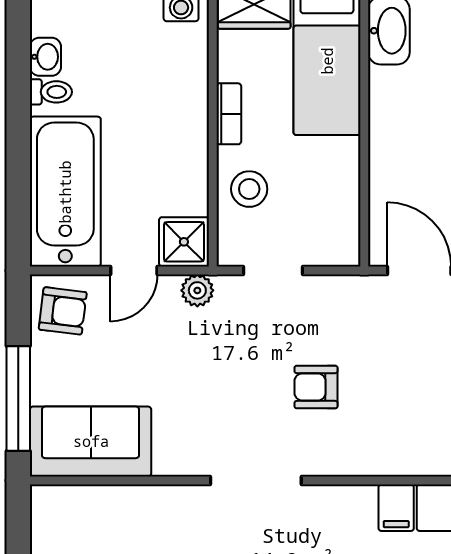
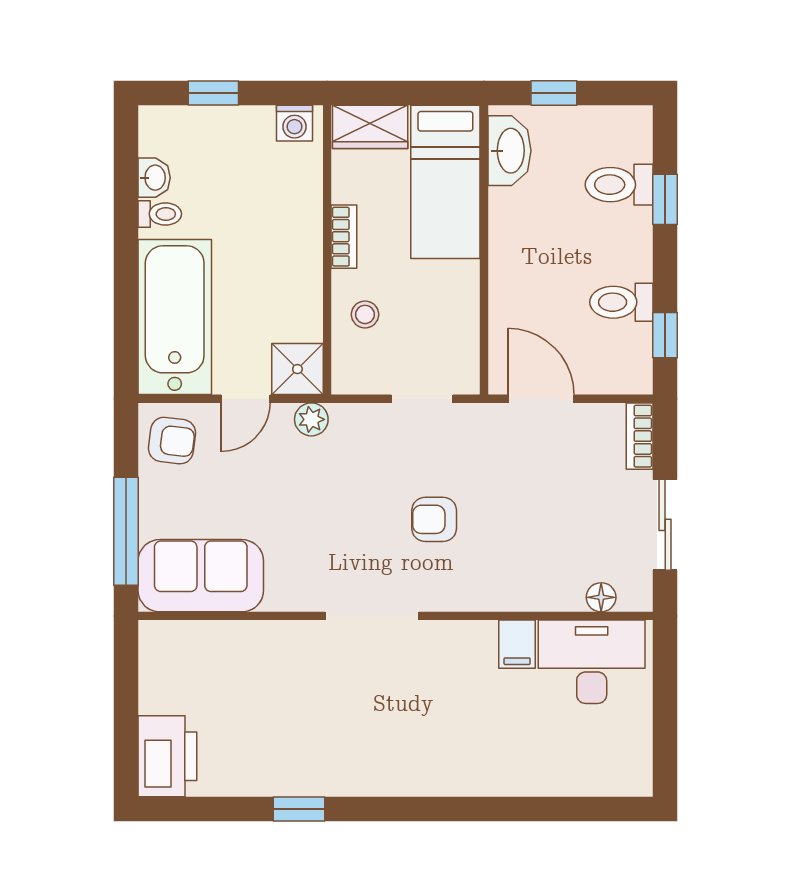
stool: (249, 189) -> (365, 314), width x0.73, depth x0.73
doorway: (273, 270) -> (422, 399), moved

